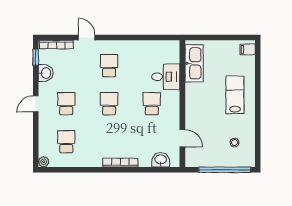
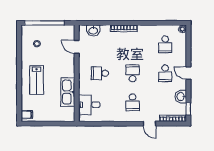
kitchen sink: (194, 63) -> (68, 92), moved
desk: (166, 77) -> (89, 105), moved
door: (36, 104) -> (188, 73), swing flipped
school desk: (109, 104) -> (133, 73), turned 180
school desk: (152, 104) -> (100, 73), turned 90

